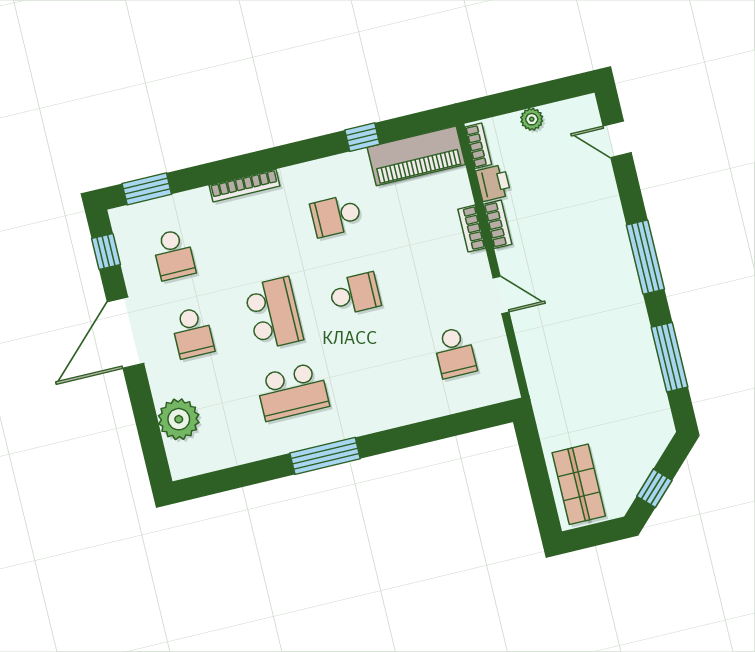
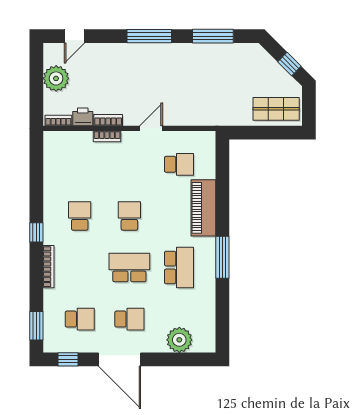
plant: (532, 119) -> (56, 78), width x1.87, depth x1.87
window: (362, 137) -> (36, 232), moved
piano: (416, 156) -> (203, 208), moved, turned 180
school desk: (336, 216) -> (80, 216), turned 180

